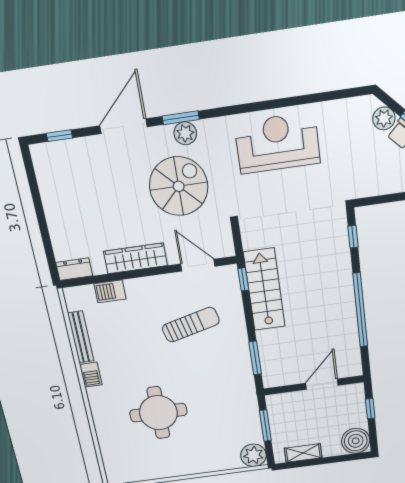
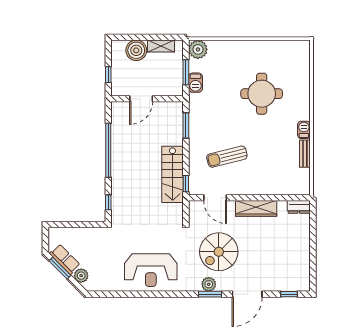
barbecue: (110, 291) -> (195, 83), moved, turned 90
bench: (81, 337) -> (305, 154), width x0.73
boiler: (356, 441) -> (136, 50), moved

